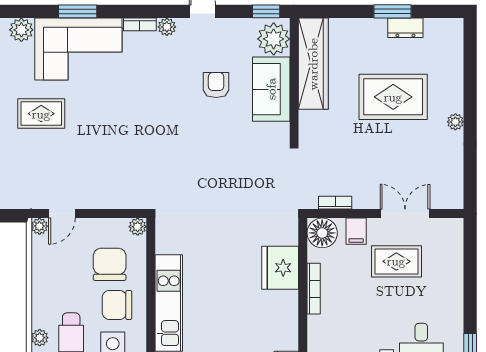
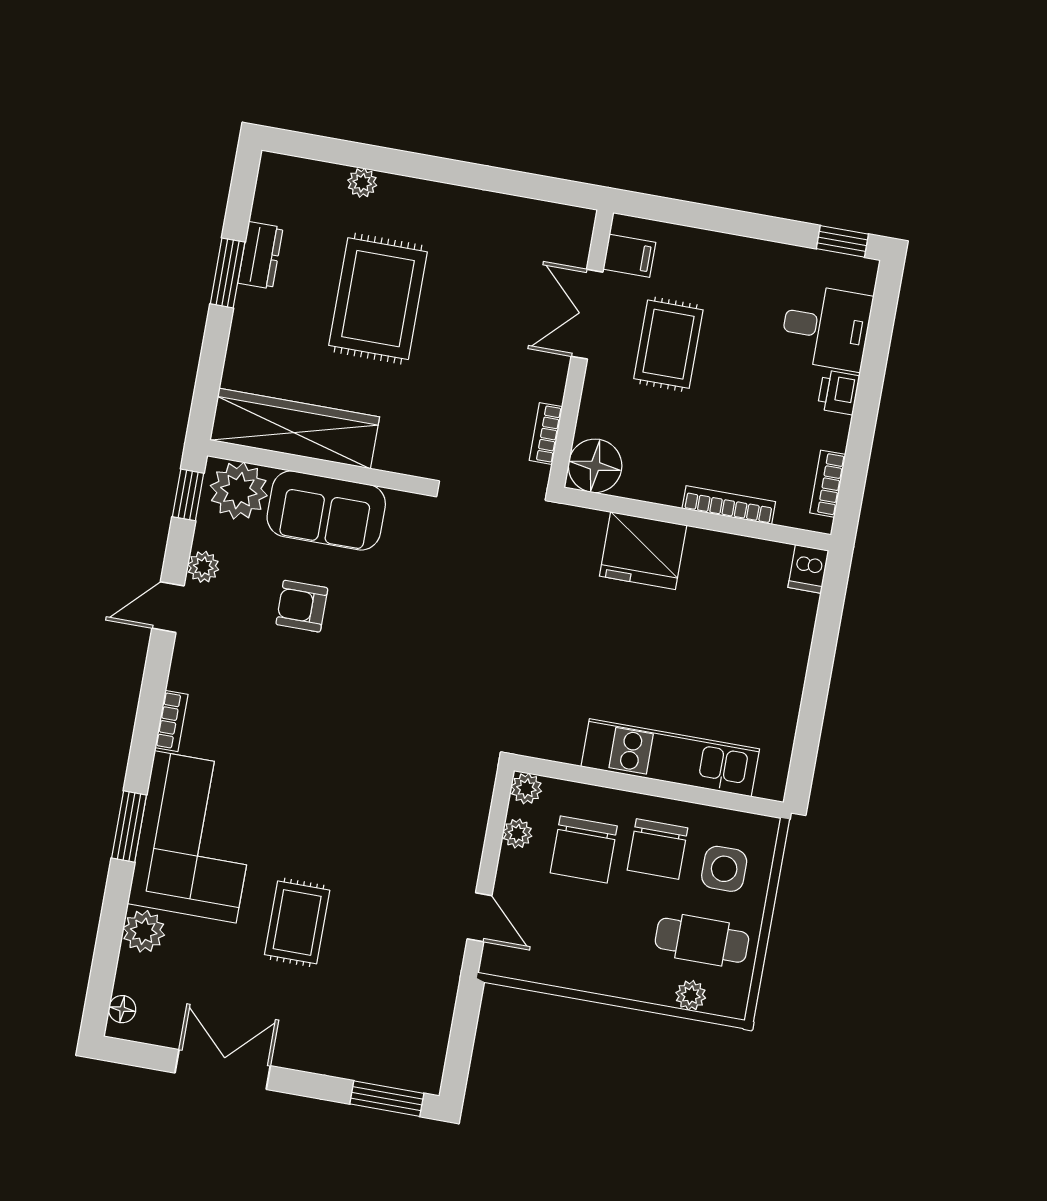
plant: (167, 27) -> (203, 567), moved
plant: (455, 122) -> (362, 183), moved
plant: (39, 226) -> (517, 833), moved
filing cabinet: (356, 231) -> (629, 256), moved
chair: (110, 264) -> (584, 849), turned -90
bookcase: (314, 289) -> (729, 505), moved

